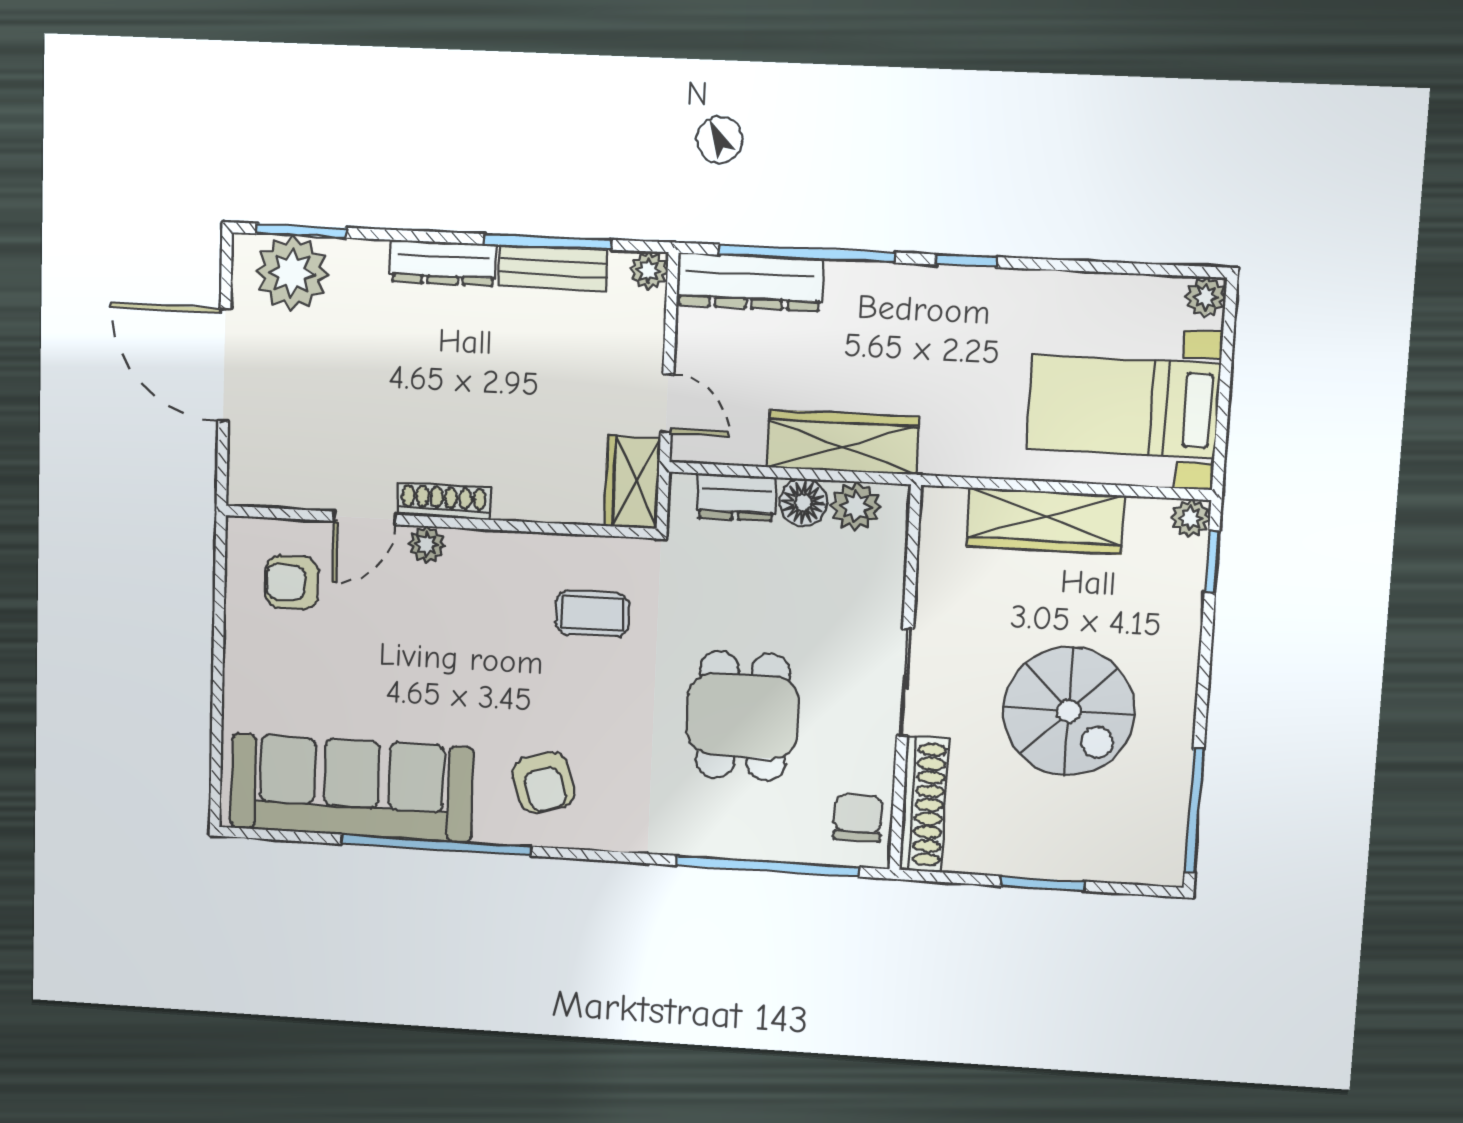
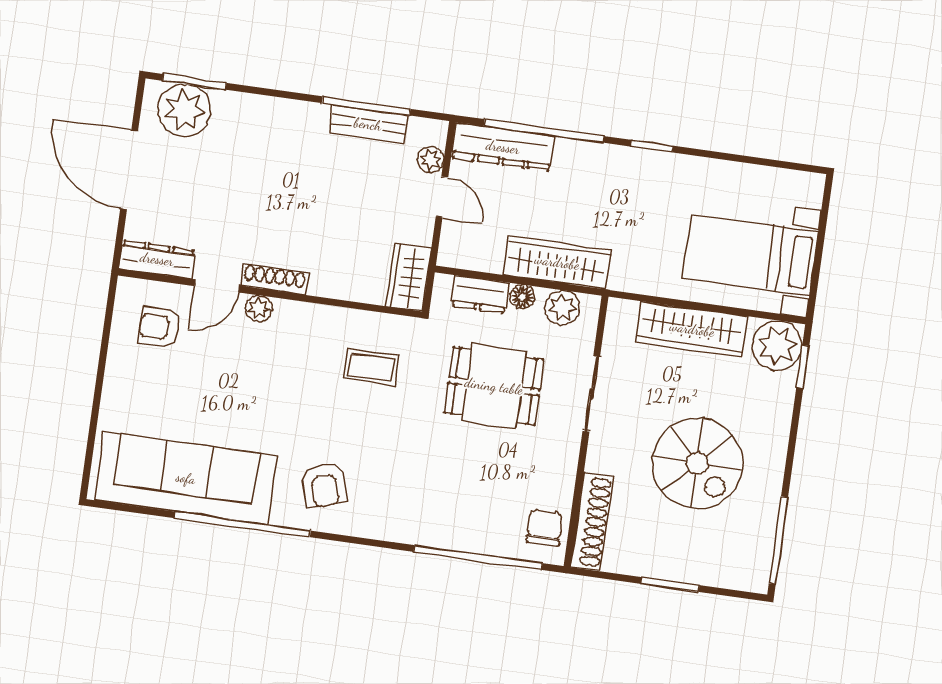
dresser: (443, 263) -> (157, 259), moved, turned 180
plant: (649, 270) -> (431, 160), moved
plant: (1206, 297) -> (811, 186), removed
door: (667, 404) -> (442, 197), moved
floor lamp: (803, 503) -> (522, 297), width x0.73, depth x0.73
plant: (1190, 518) -> (777, 346), width x1.88, depth x1.88
sliding door: (905, 683) -> (591, 394), moved
dining table: (743, 716) -> (494, 386), moved, turned 90

